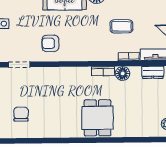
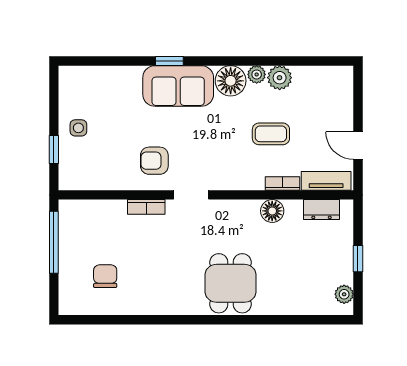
doorway: (19, 65) -> (191, 195), moved
bookcase: (103, 71) -> (146, 207), moved

